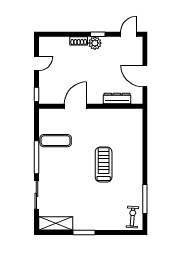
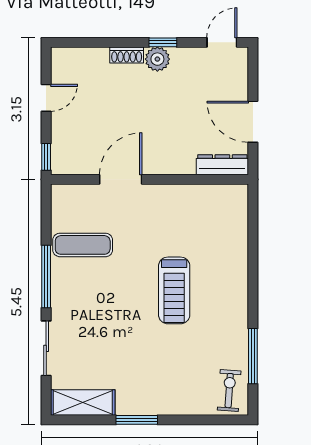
dresser: (117, 99) -> (222, 165), moved
treadmill: (104, 165) -> (174, 290), turned 180

